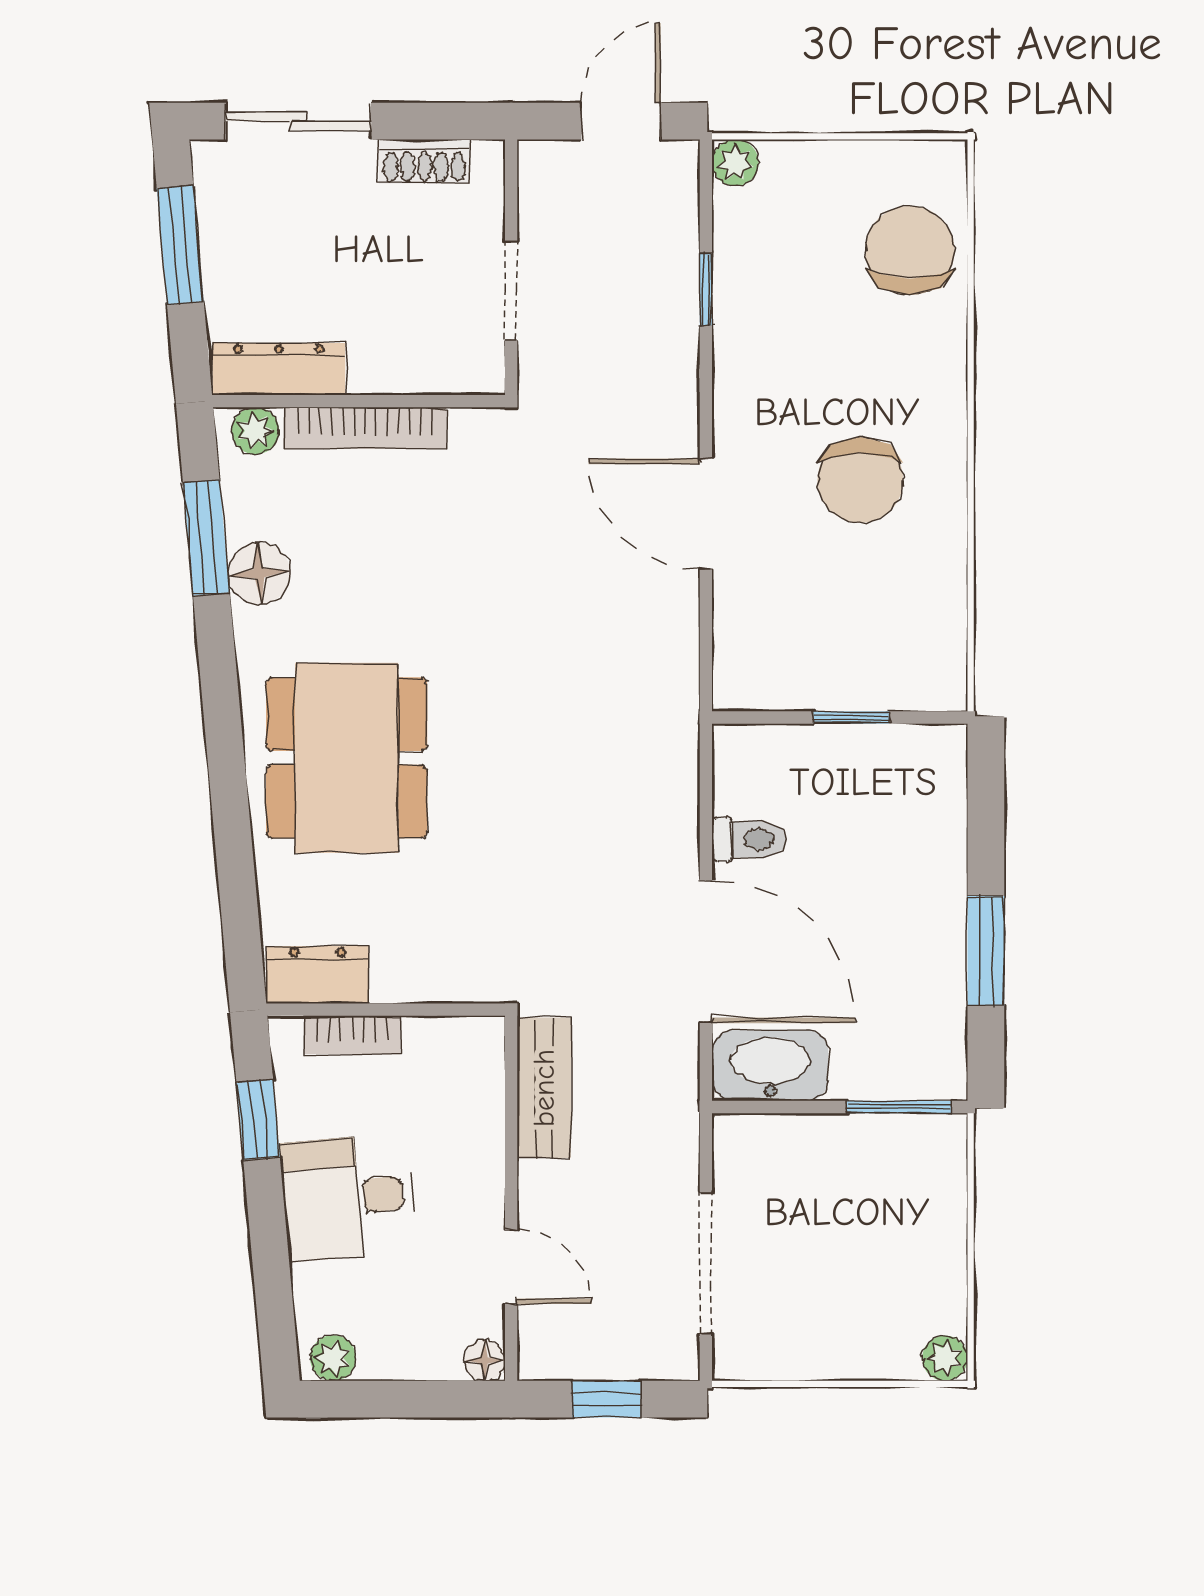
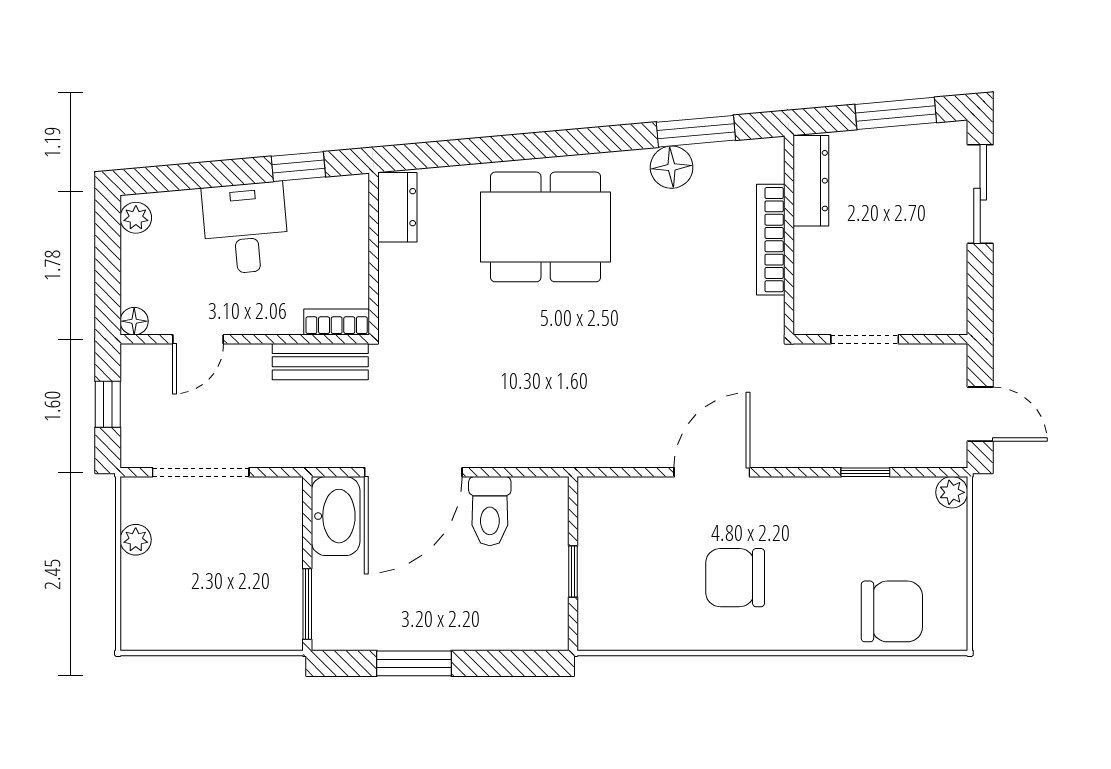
shoe rack: (424, 162) -> (953, 280), removed
plant: (255, 431) -> (769, 165), removed
toilet: (749, 839) -> (490, 511), width x1.37, depth x1.39
bookcase: (352, 1035) -> (337, 322), moved, turned 90
plant: (945, 1358) -> (136, 540), moved

